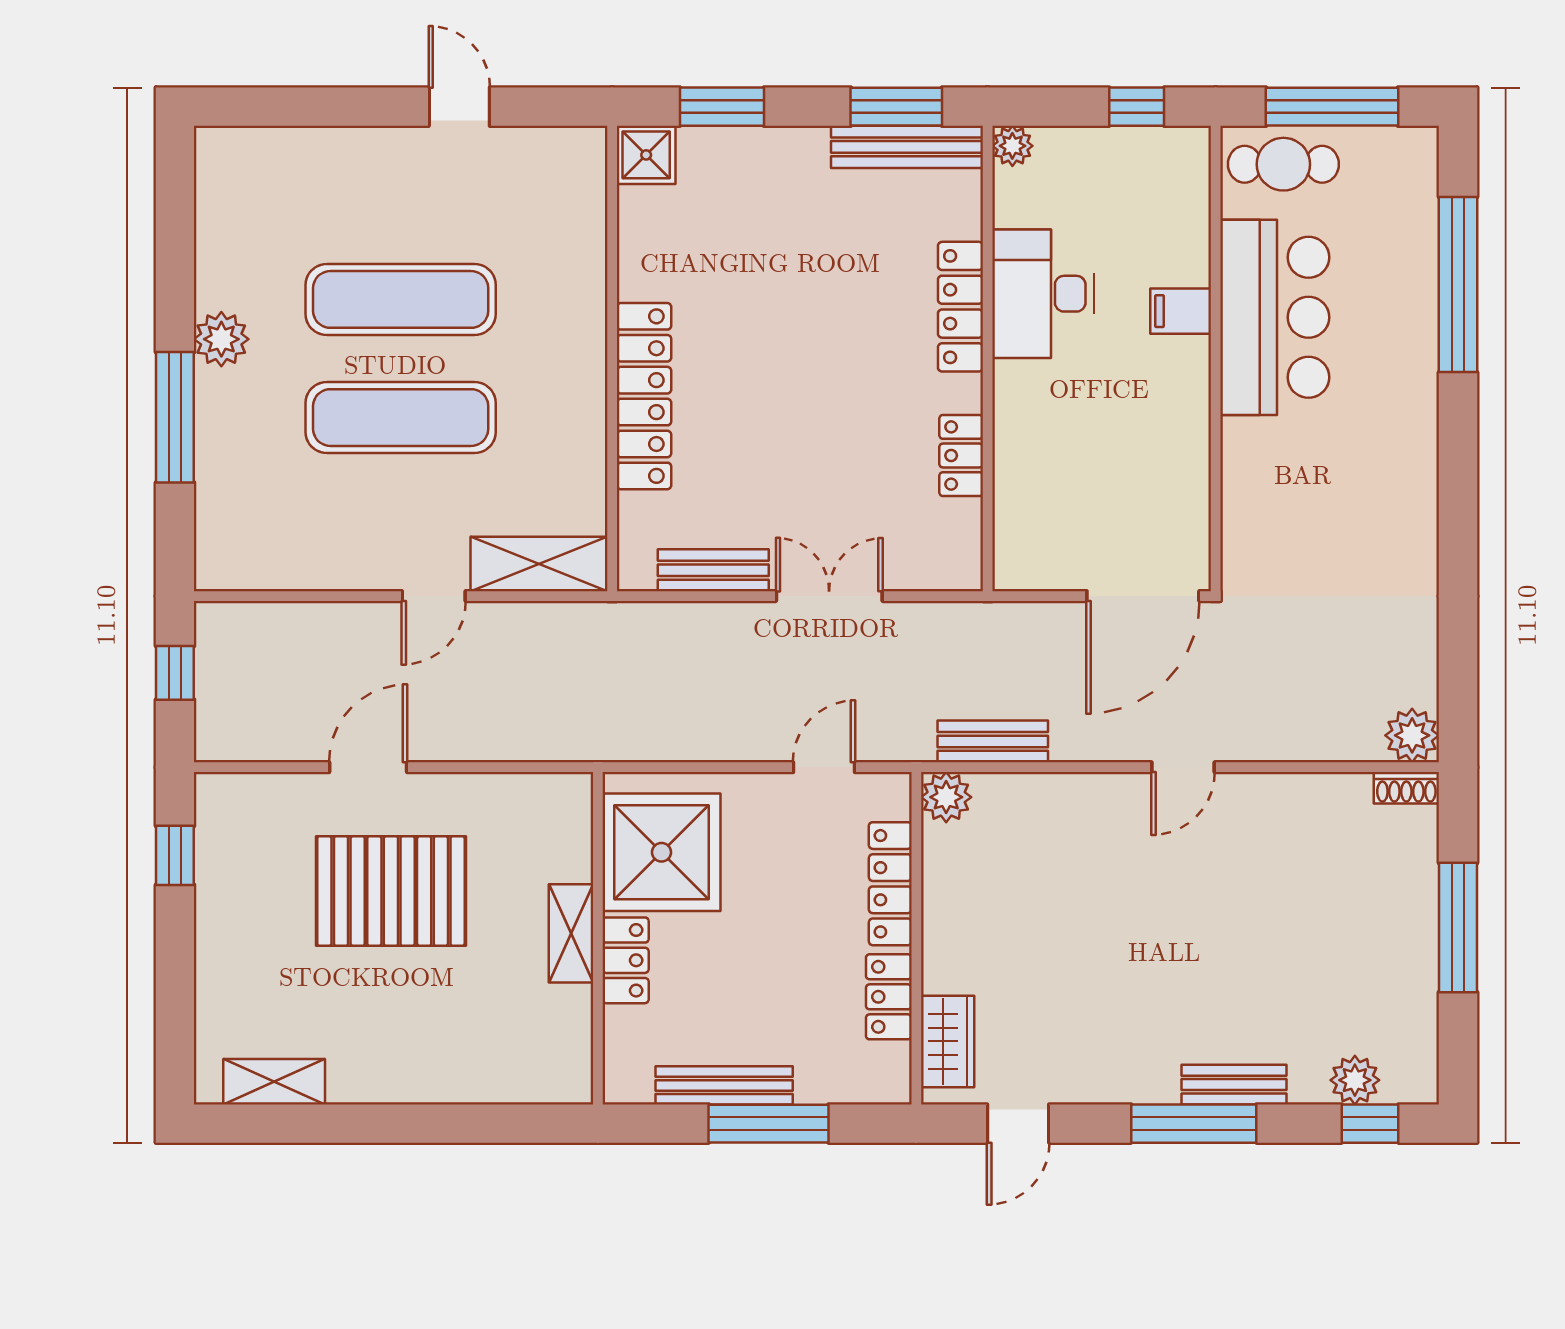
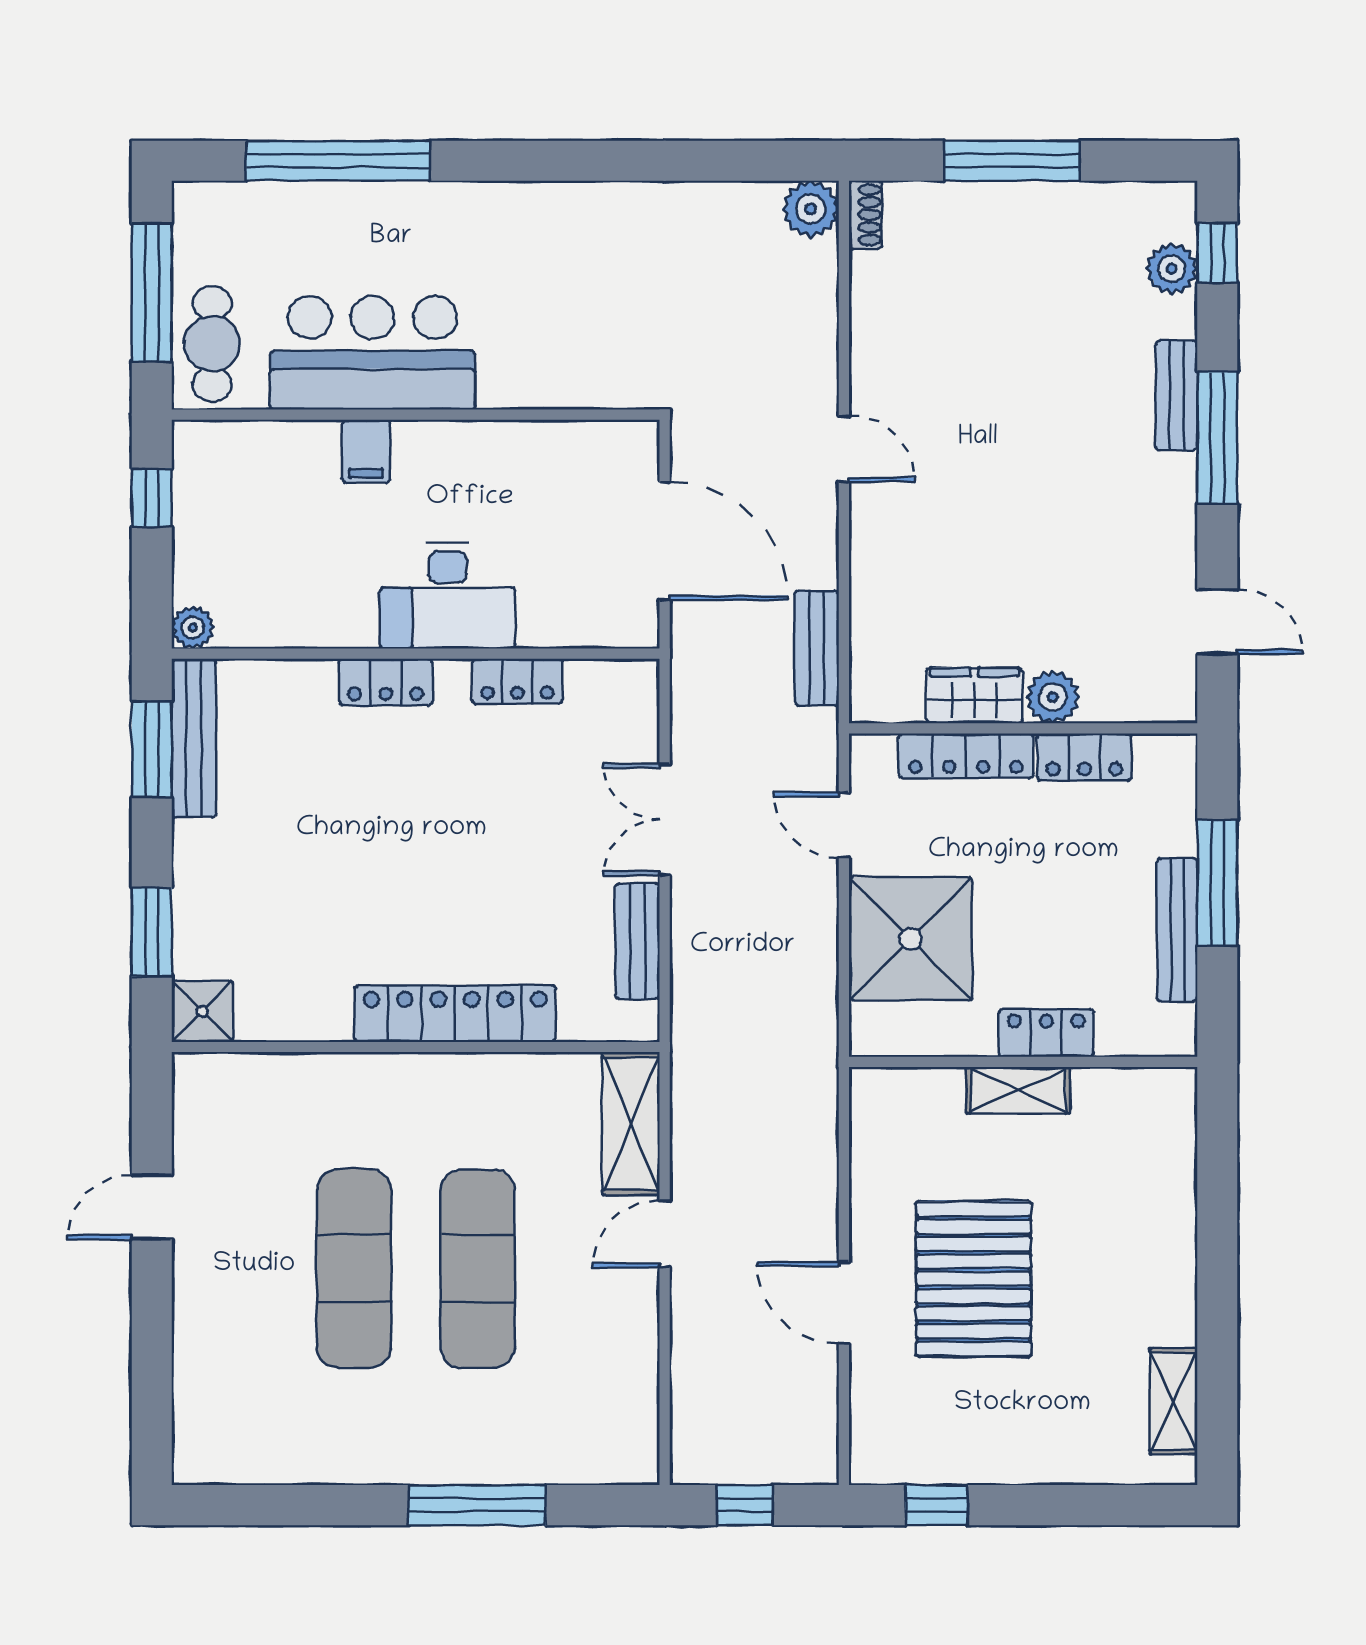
desk: (1043, 294) -> (448, 596), moved
locker: (960, 307) -> (386, 682), width x0.66
plant: (221, 339) -> (395, 1457), removed
door: (434, 596) -> (665, 1234), swing flipped
door: (1143, 596) -> (665, 541), moved
plant: (946, 797) -> (1053, 697), moved
shower: (661, 852) -> (910, 939), moved
wardrobe: (948, 1041) -> (974, 696), moved

